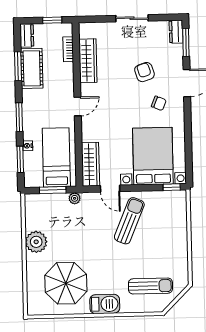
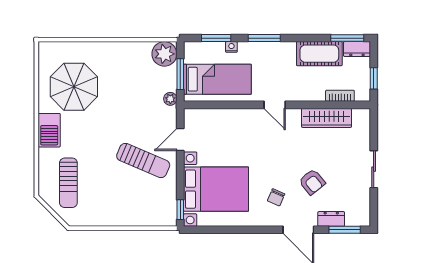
dresser: (176, 32) -> (331, 219), moved
window: (18, 66) -> (347, 38), moved
armchair: (144, 72) -> (312, 182), turned 69
wardrobe: (91, 164) -> (209, 118), removed
plant: (36, 242) -> (164, 54), moved

